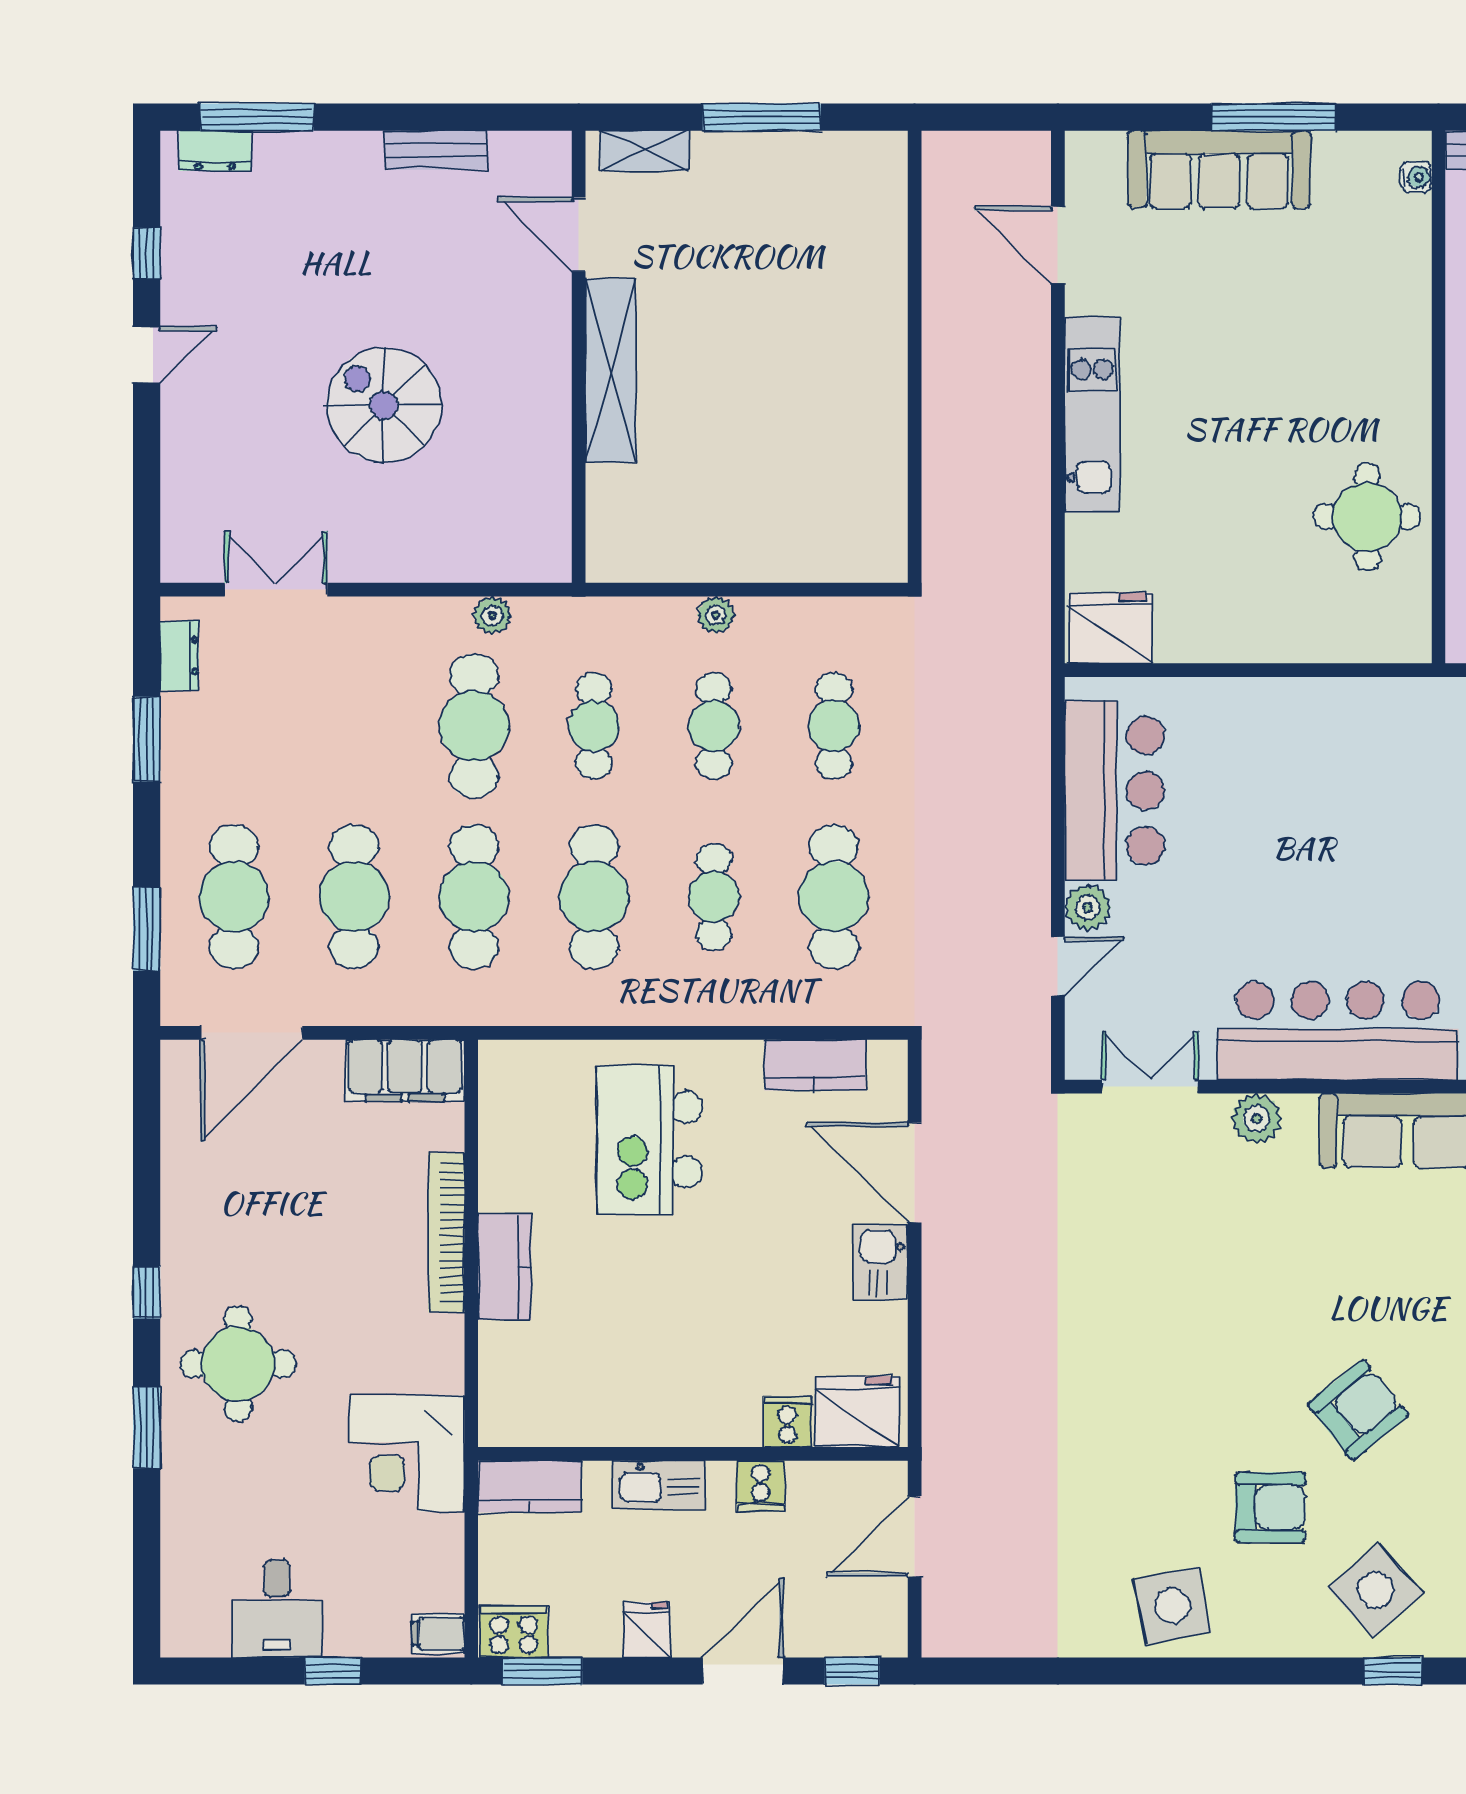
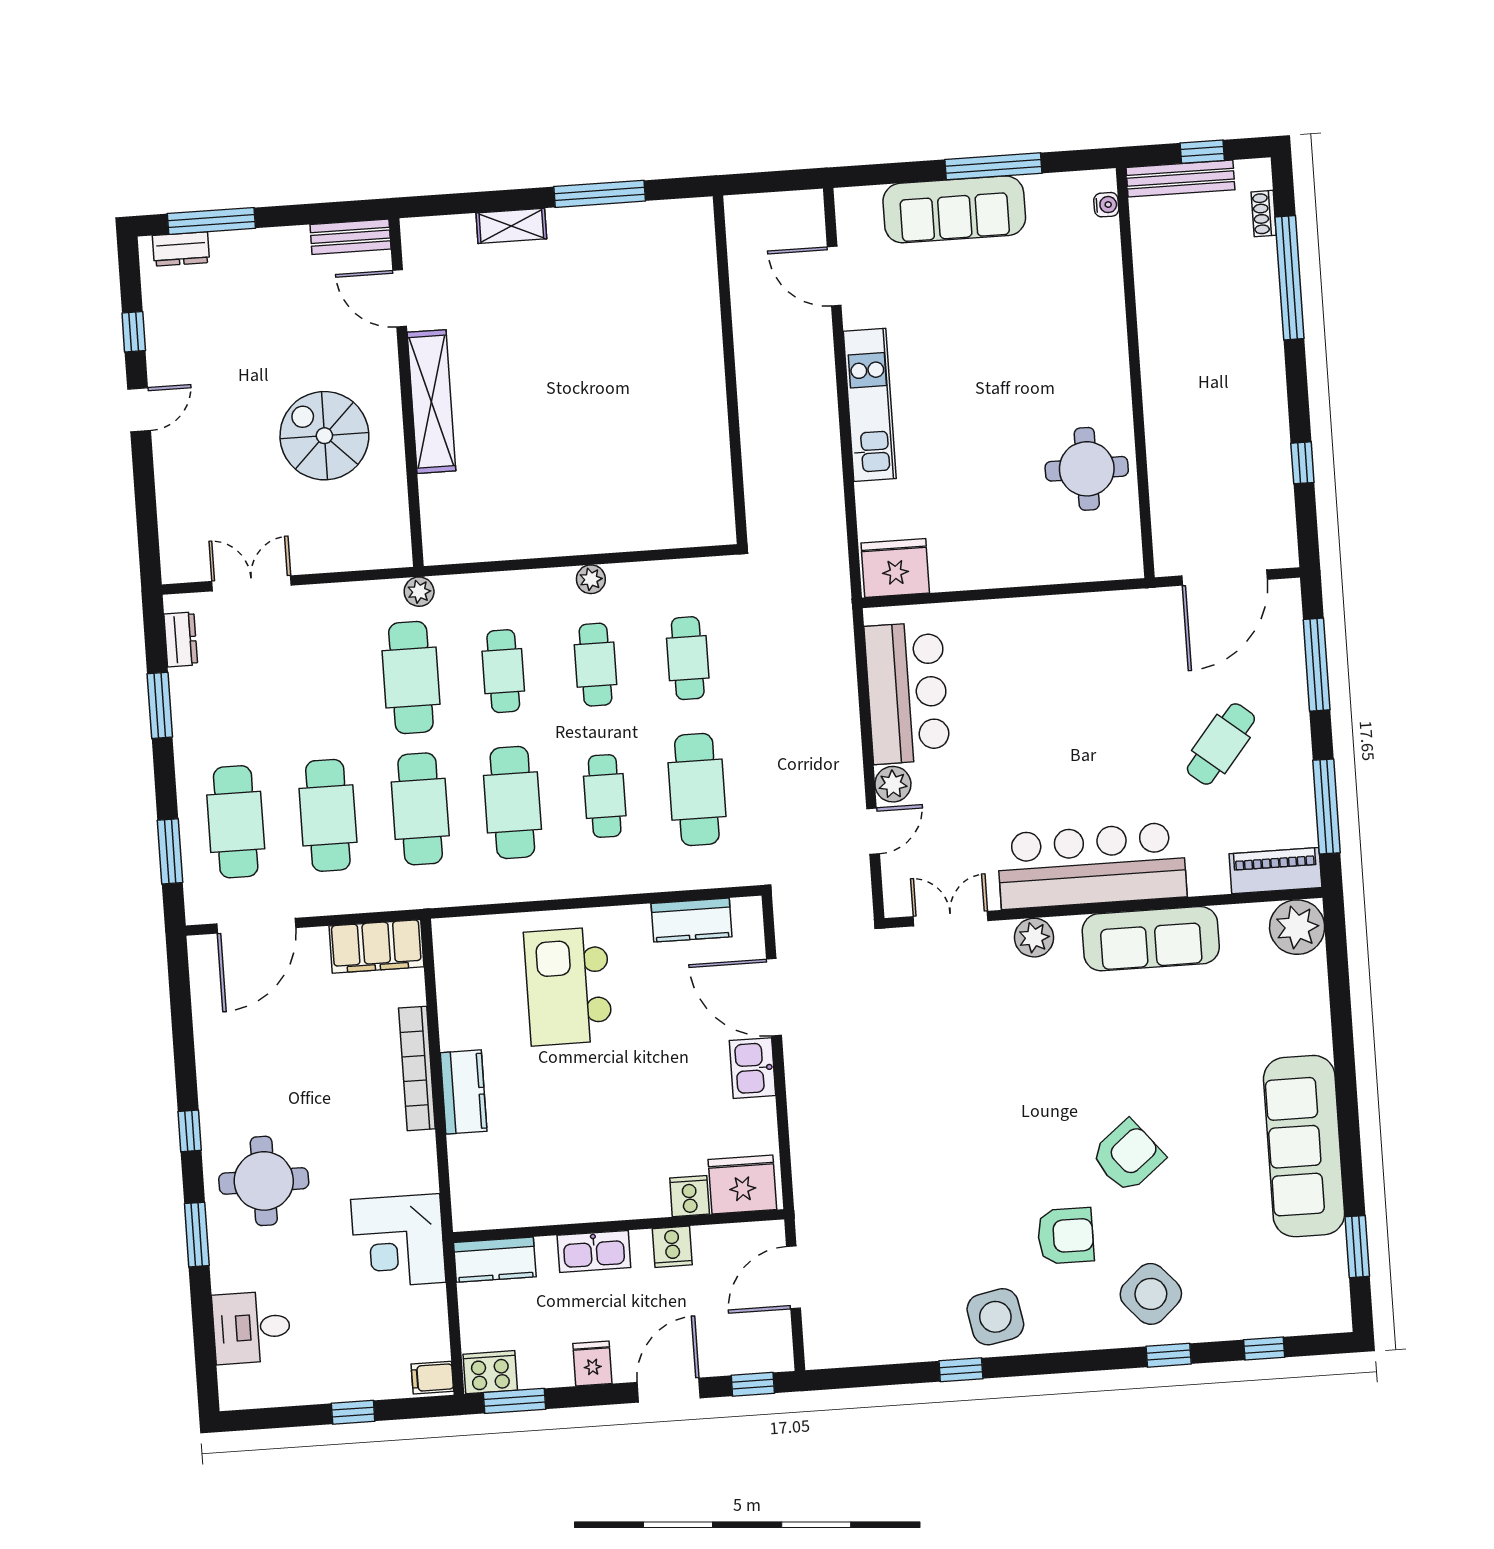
door: (579, 234) -> (400, 298), moved
wall: (579, 357) -> (406, 393), moved
shelving: (611, 371) -> (431, 402), moved
desk: (277, 1609) -> (252, 1327), moved, turned 90
window: (1123, 1671) -> (961, 1370), added

